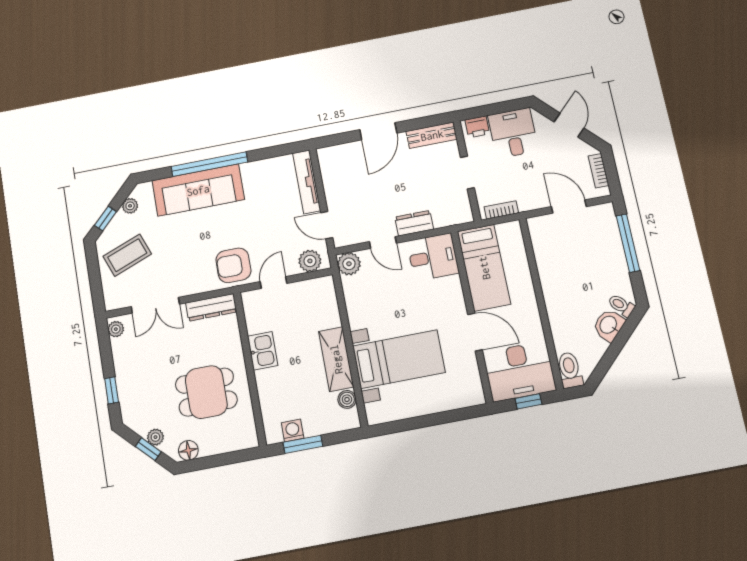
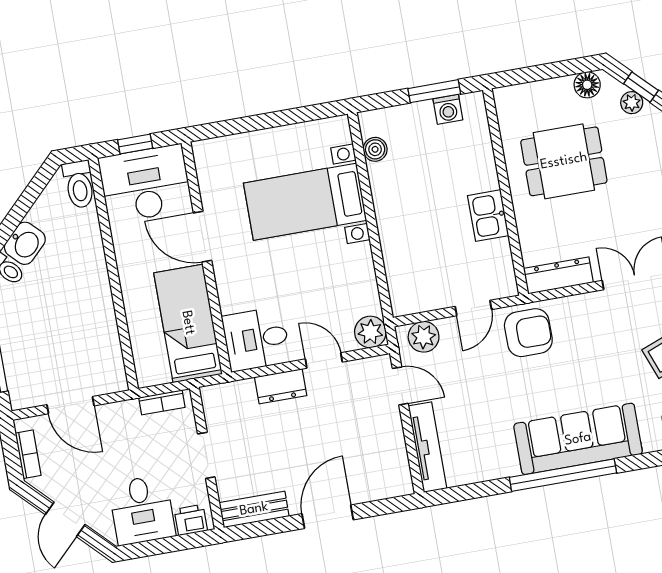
shelving: (336, 359) -> (389, 203), removed

